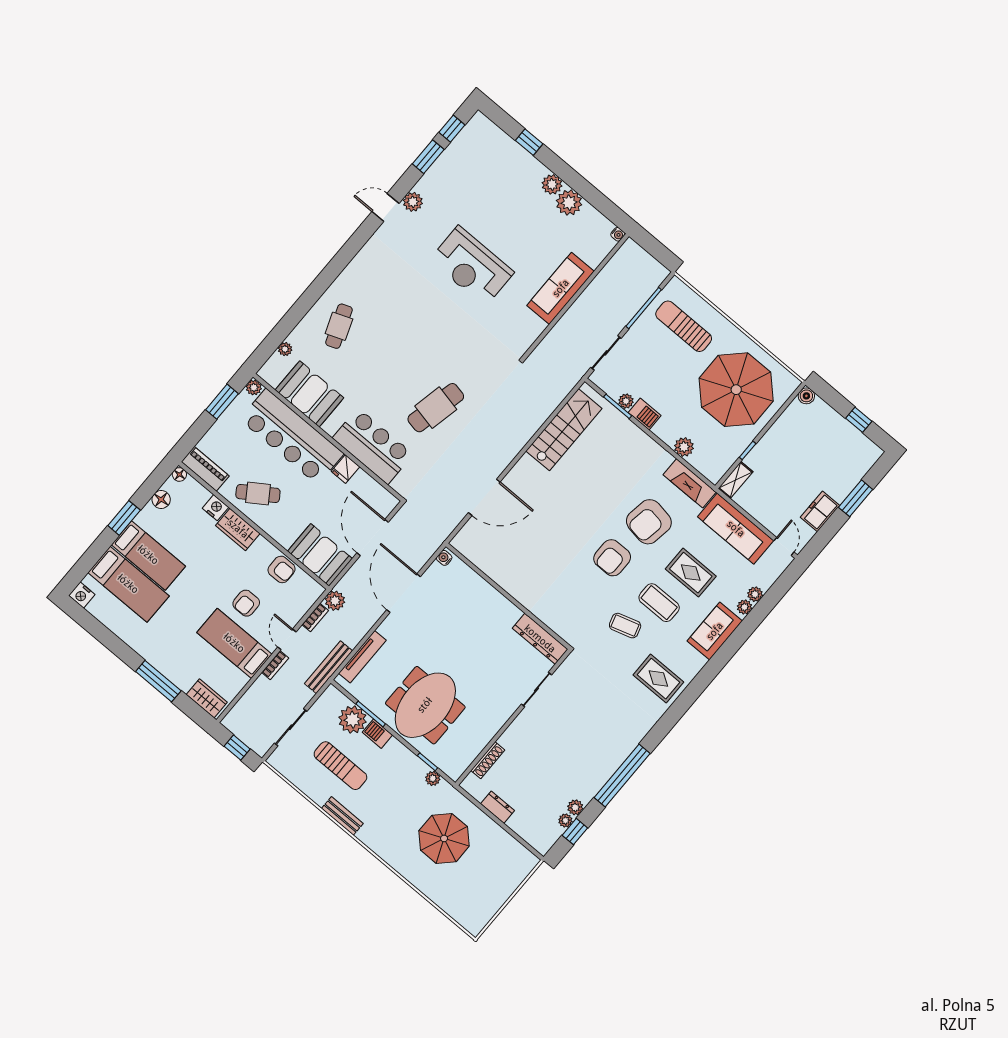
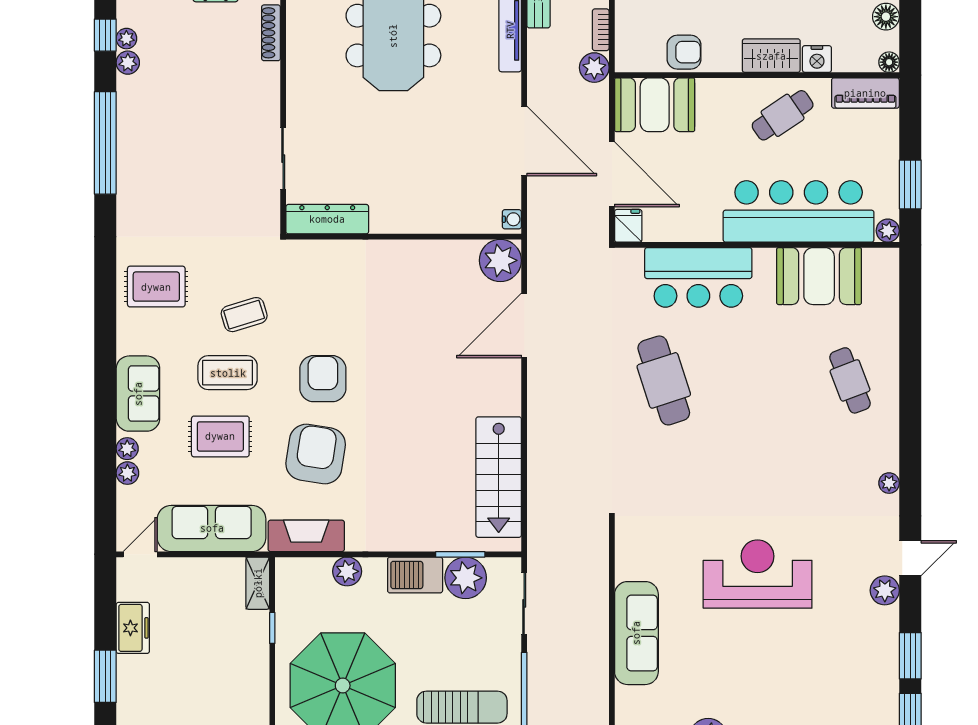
plant: (285, 349) -> (889, 483), moved
plant: (626, 401) -> (466, 578), width x1.88, depth x1.88
cafe table: (436, 408) -> (664, 380), turned -30
barbecue: (645, 414) -> (415, 575), width x1.38, depth x1.27
fridge: (345, 469) -> (628, 226), moved
plant: (468, 542) -> (500, 260), added
door: (784, 546) -> (140, 554), swing flipped
armchair: (282, 569) -> (684, 52), turned 180

